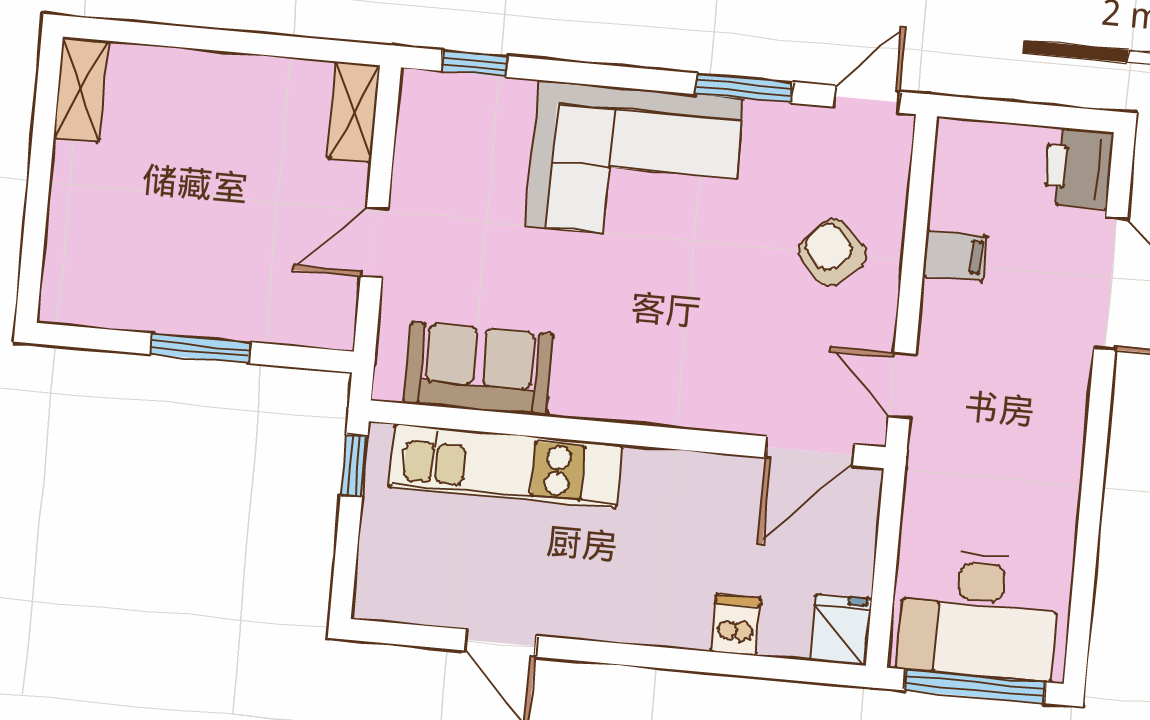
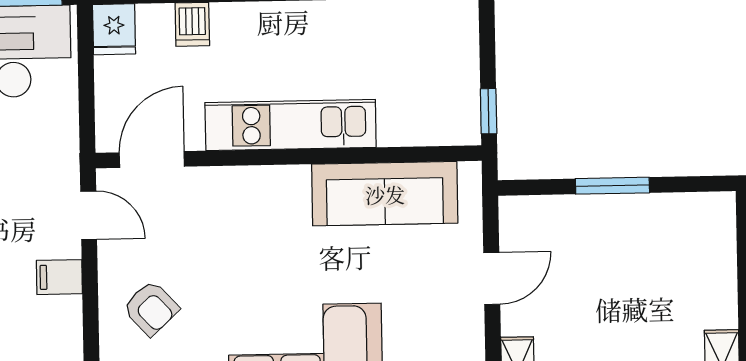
filing cabinet: (955, 256) -> (59, 277), moved
sofa: (479, 369) -> (385, 194), width x1.36
kitchen unit: (506, 466) -> (291, 125), moved

